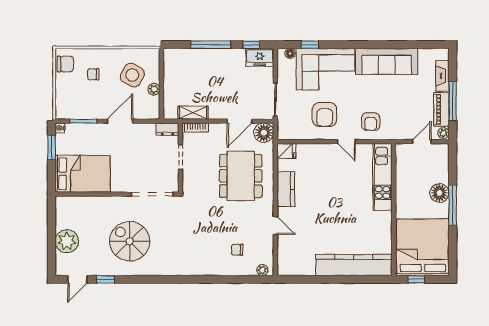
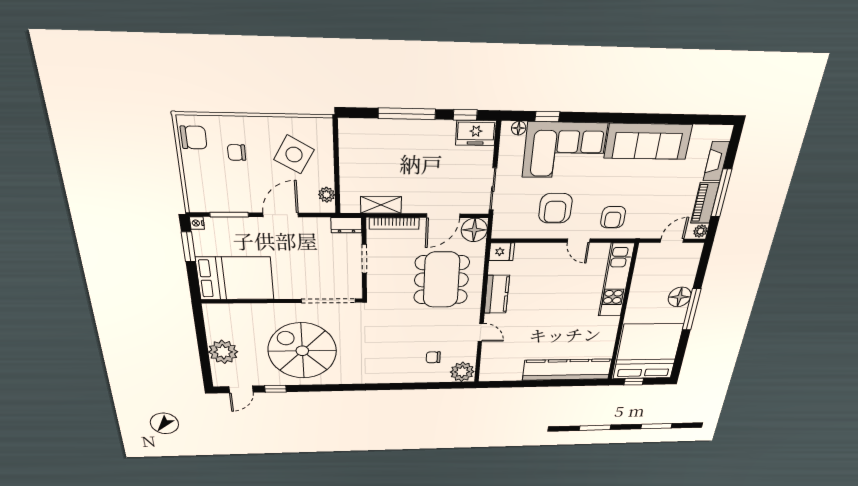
plant: (154, 89) -> (327, 195), moved
bookcase: (196, 128) -> (394, 223), width x1.56
spiral stairs: (130, 241) -> (302, 351), width x1.37, depth x1.37
plant: (262, 270) -> (462, 372), width x1.88, depth x1.88

